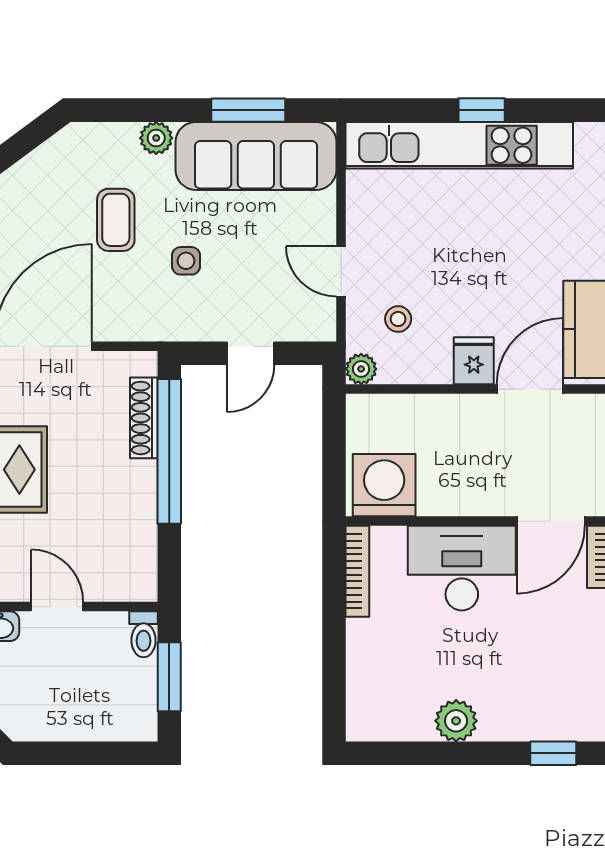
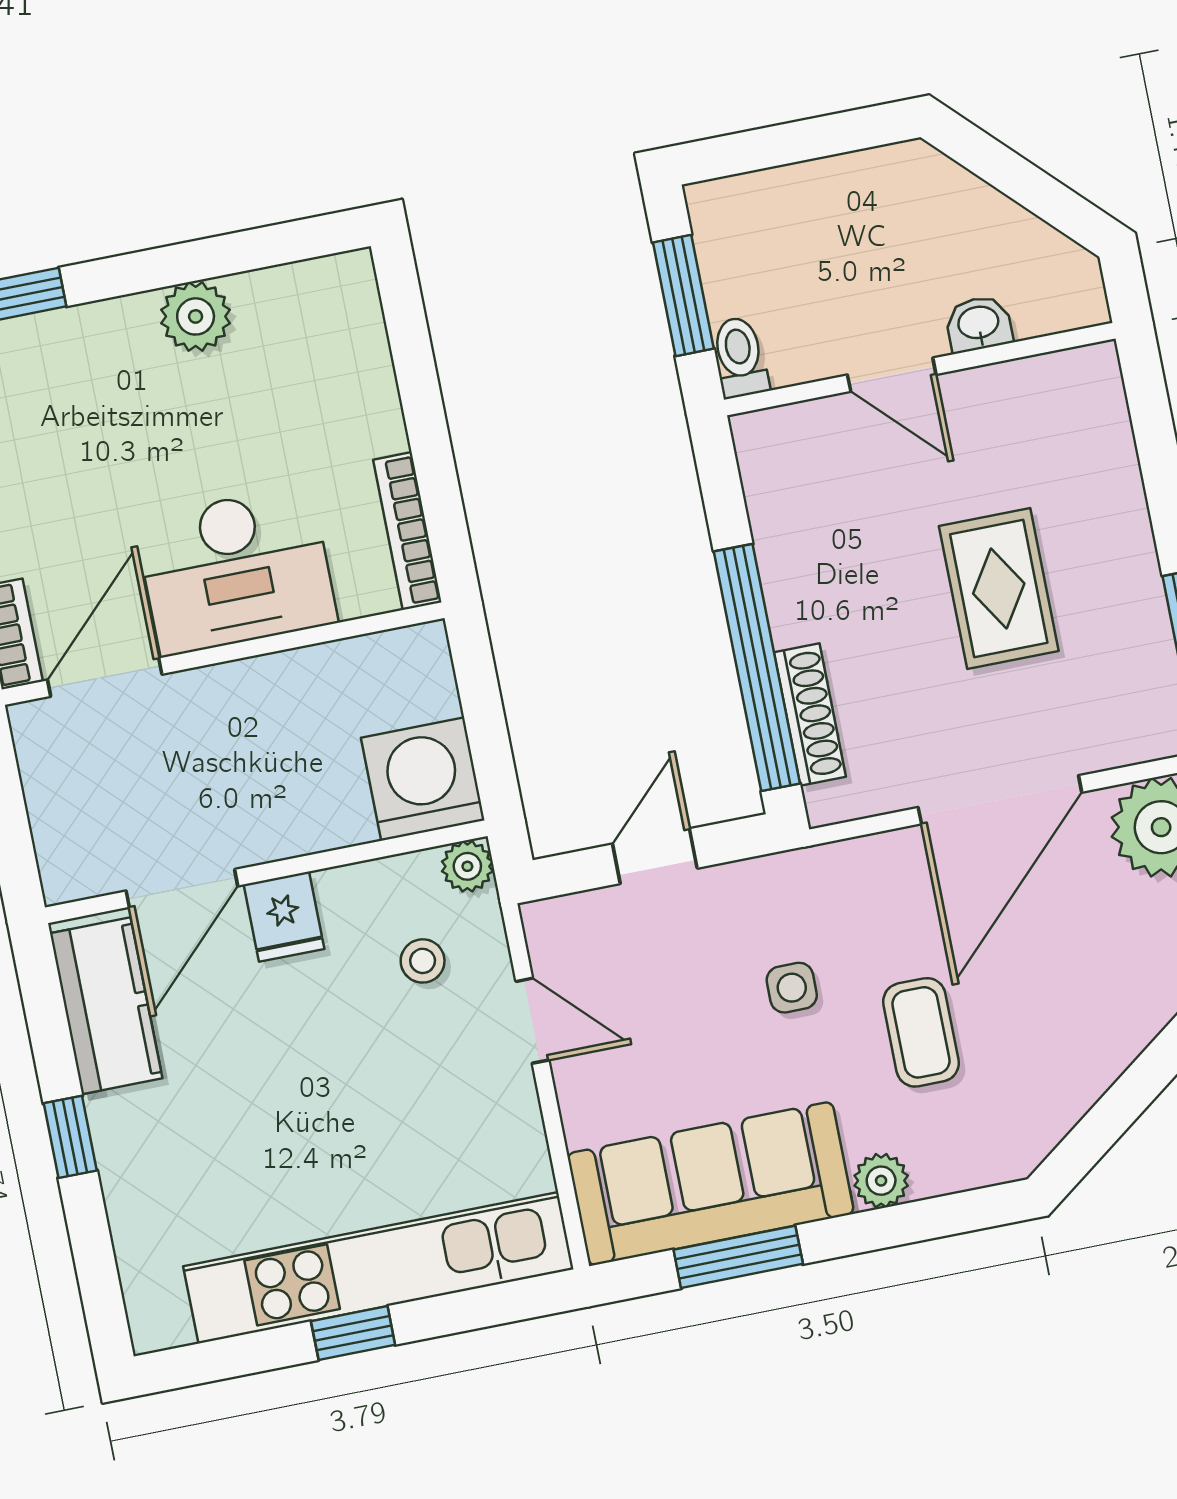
washing machine: (384, 485) -> (423, 779), moved, turned 180

